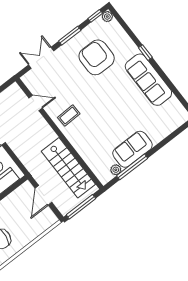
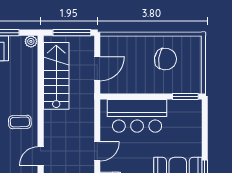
door: (36, 103) -> (41, 156), hinge flipped
plant: (116, 170) -> (31, 41), moved

